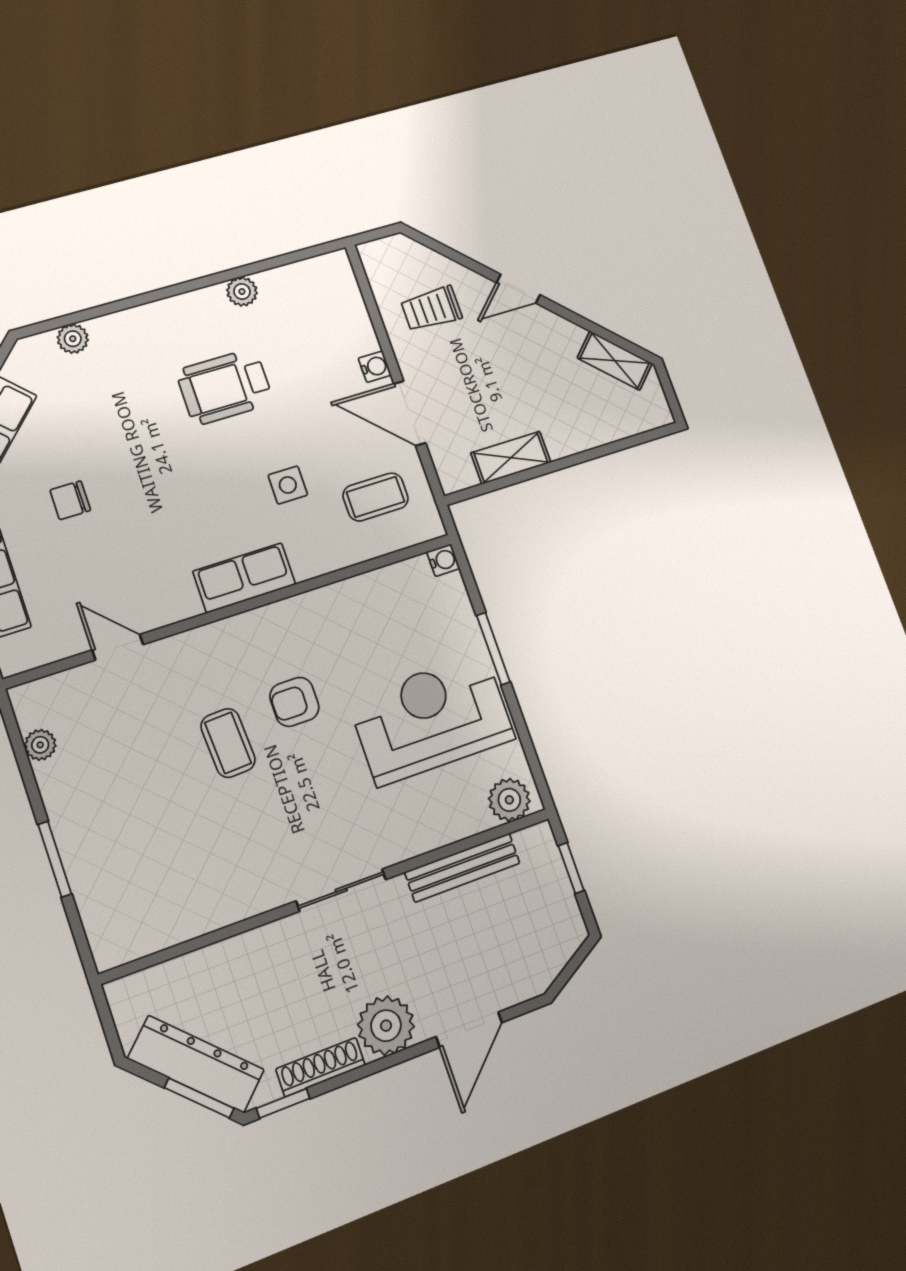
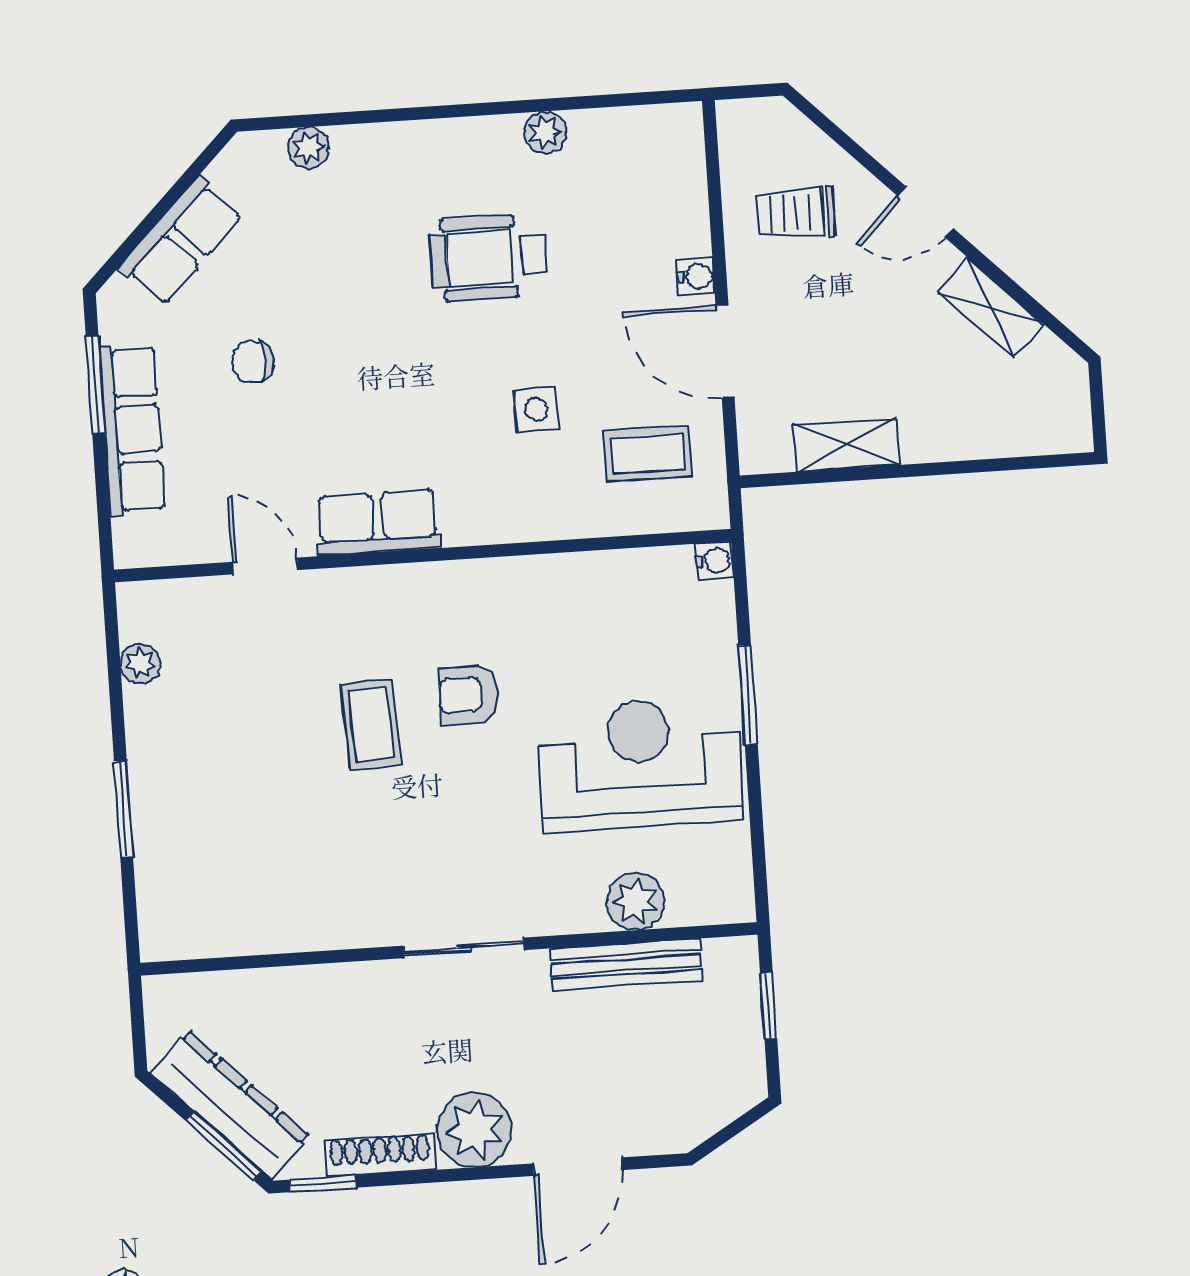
shelving: (615, 361) -> (991, 308), moved
row of seats: (244, 578) -> (378, 522), moved
plant: (509, 800) -> (635, 901), moved

